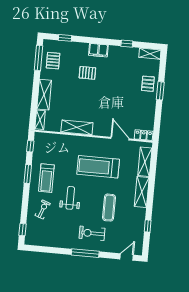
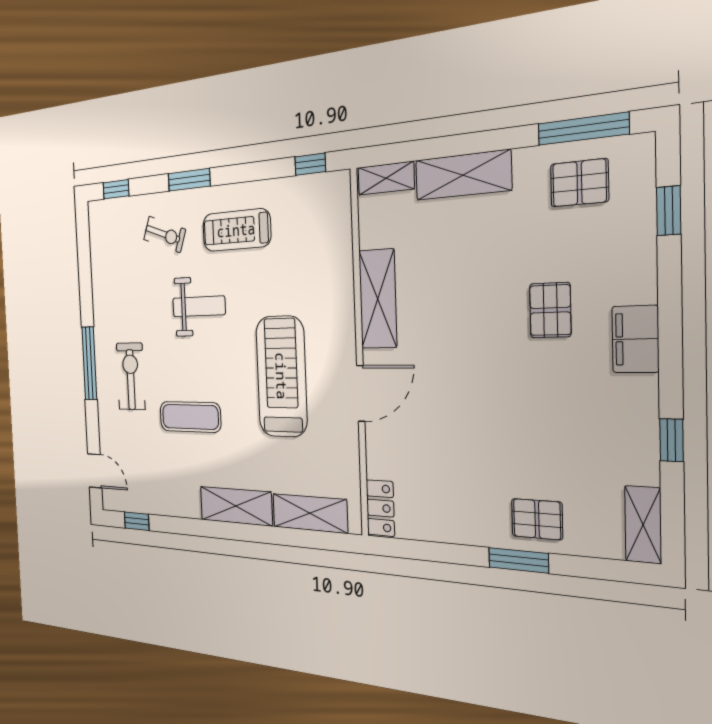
door: (120, 139) -> (361, 393), moved
window: (28, 174) -> (189, 180), moved
window: (148, 226) -> (137, 521), moved

